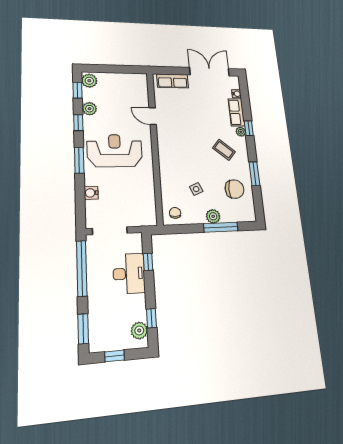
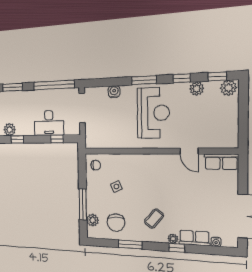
row of seats: (173, 81) -> (221, 162), moved, turned -90
door: (153, 116) -> (189, 151), swing flipped
plant: (213, 216) -> (93, 220), moved

